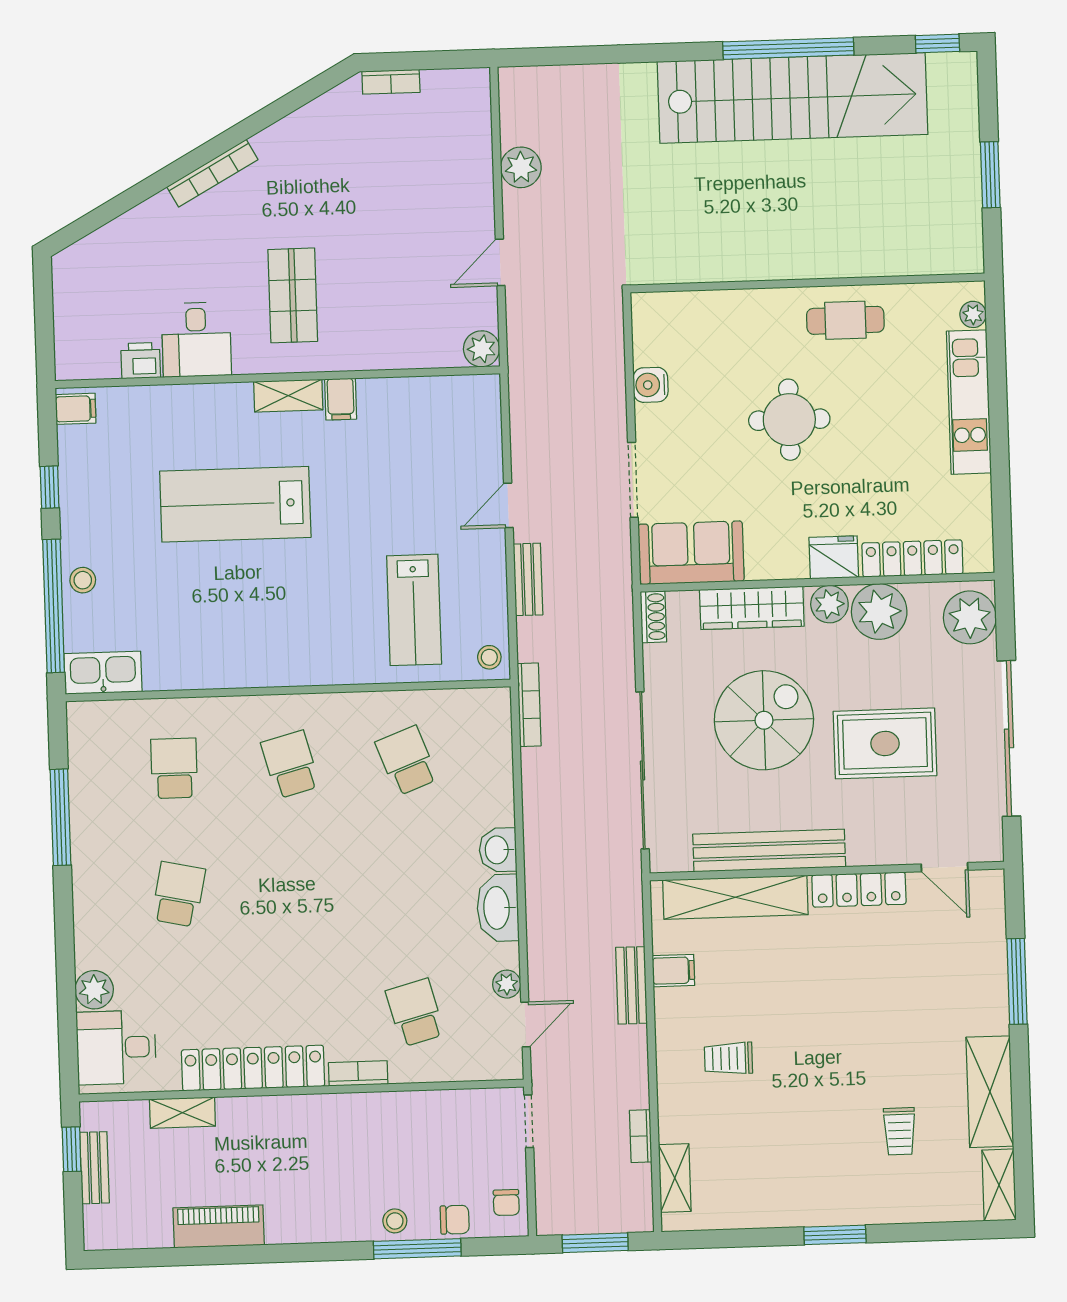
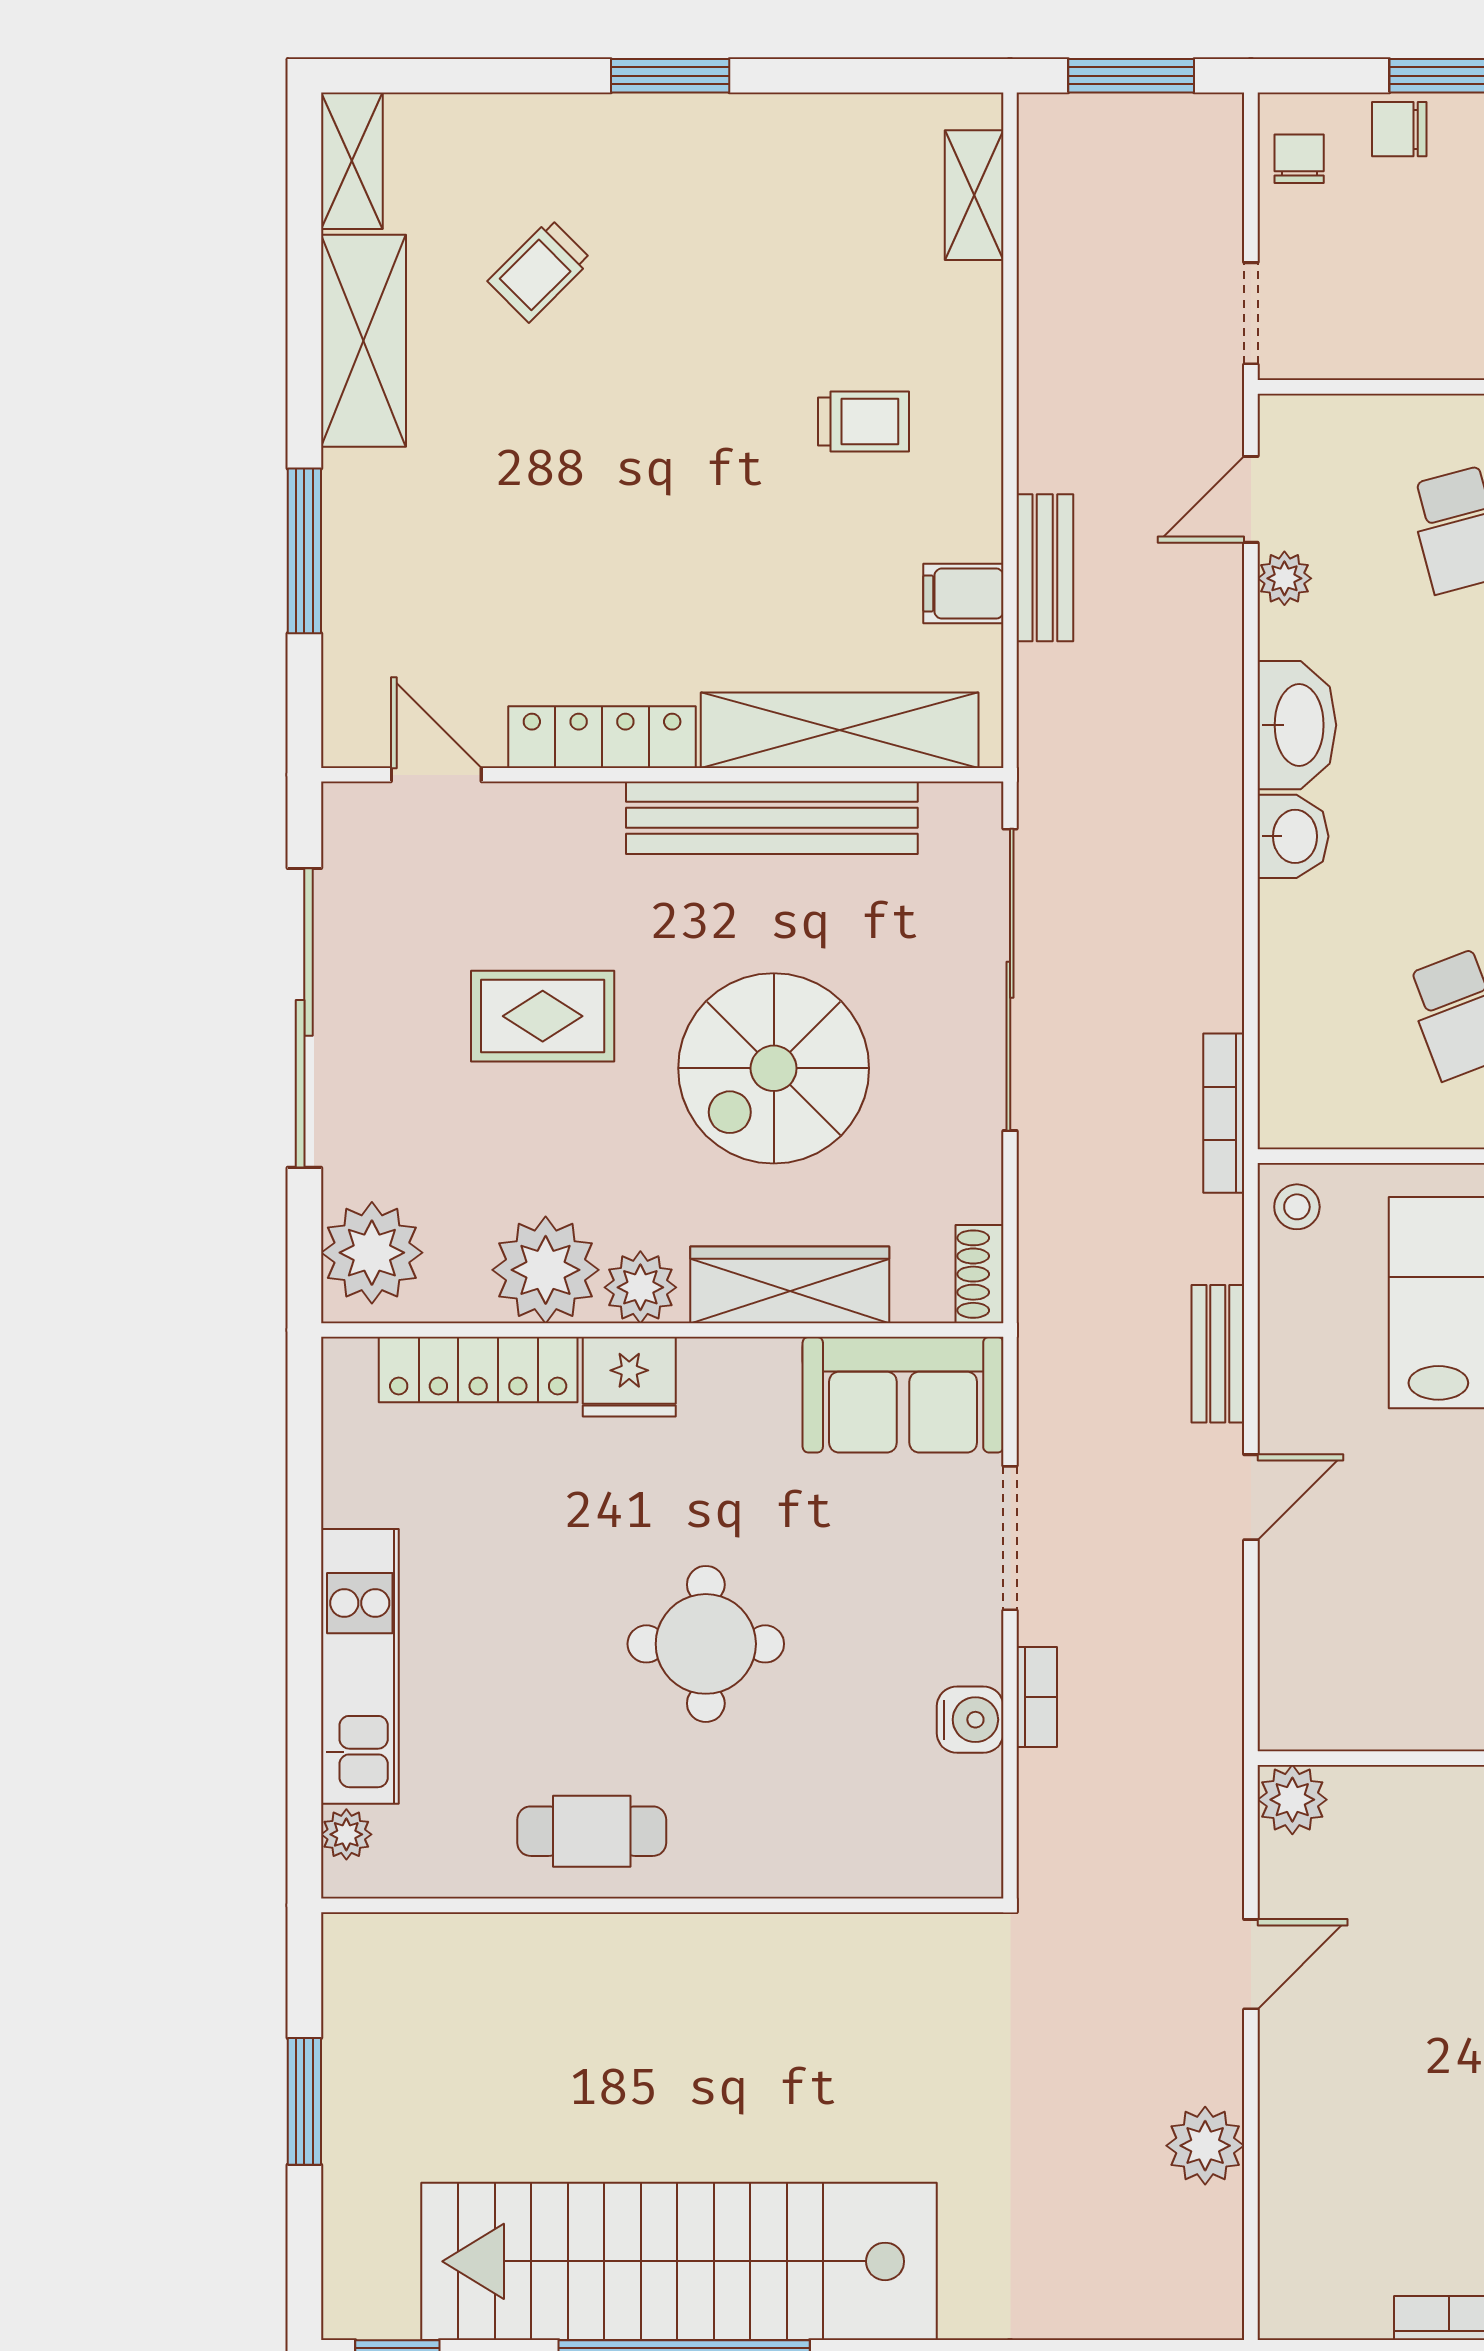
rug: (885, 743) -> (543, 1016), width x0.73, depth x0.70
trolley: (899, 1131) -> (540, 271), turned -135
bookcase: (641, 1136) -> (1037, 1697), moved

